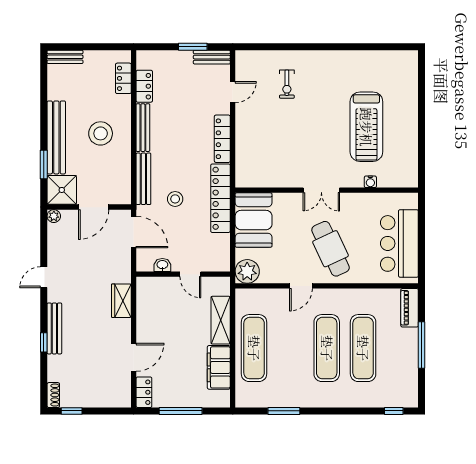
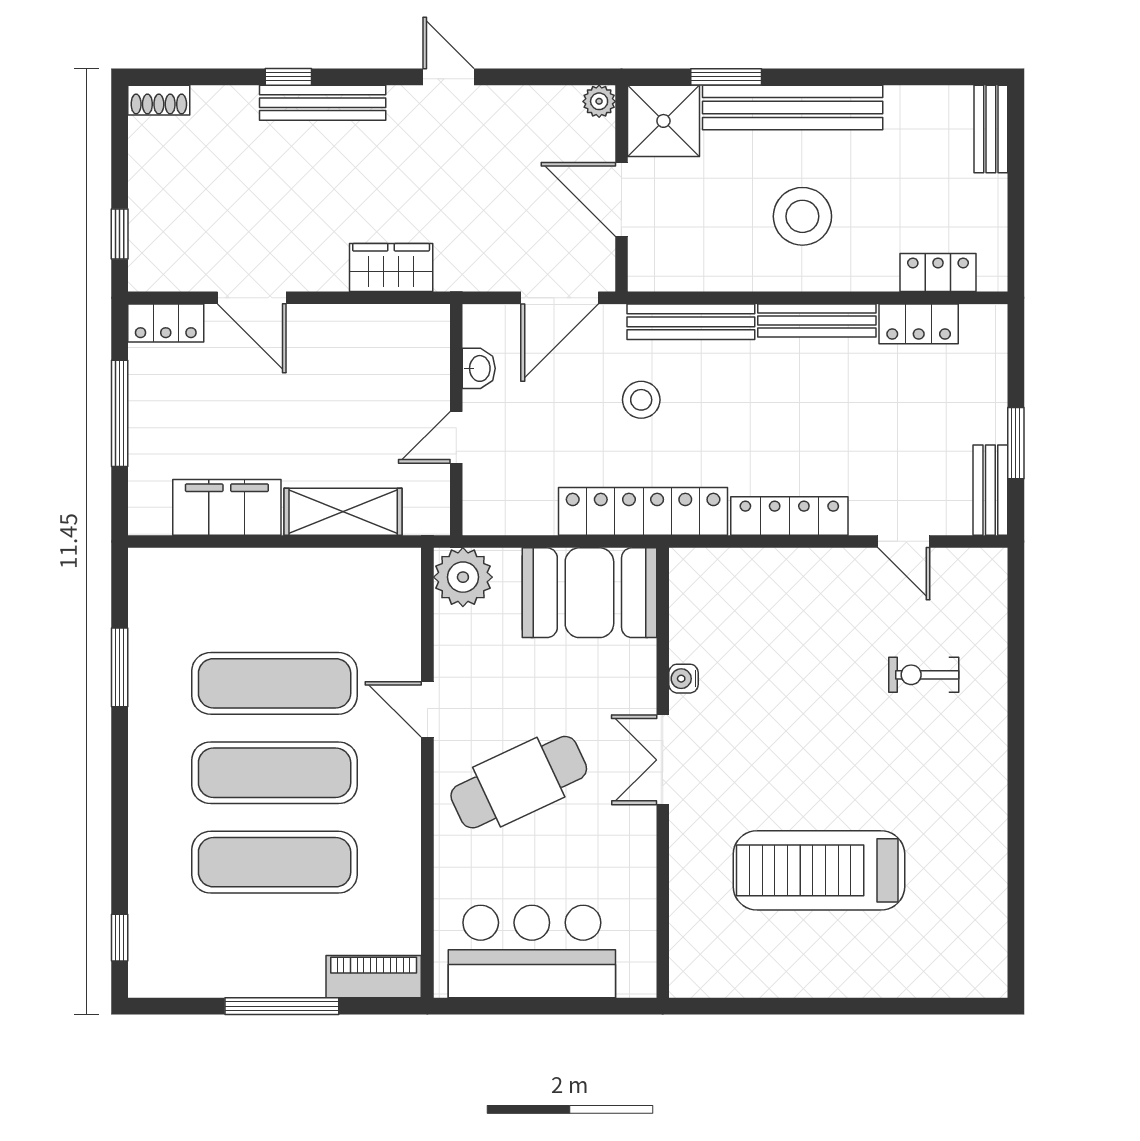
water cooler: (370, 182) -> (684, 679), moved
exercise mat: (254, 348) -> (275, 683), moved
window: (72, 411) -> (120, 234), moved

